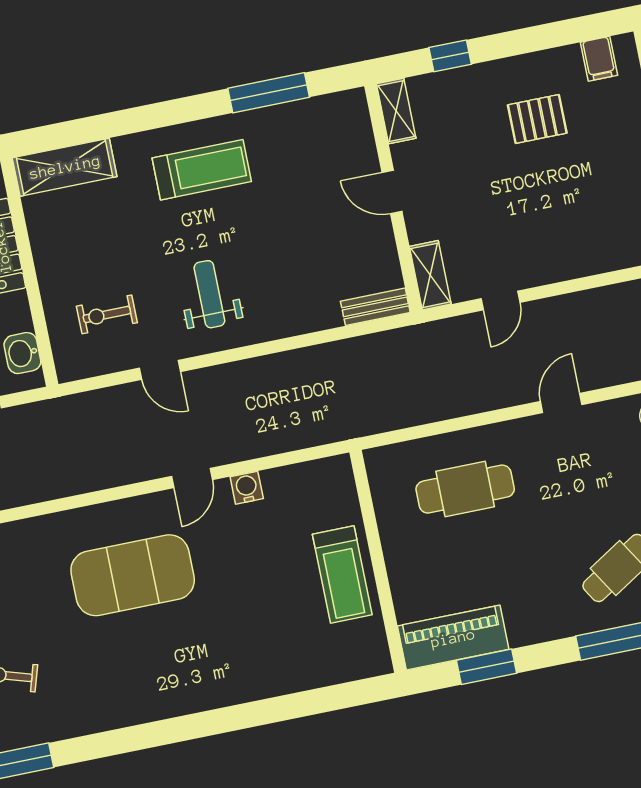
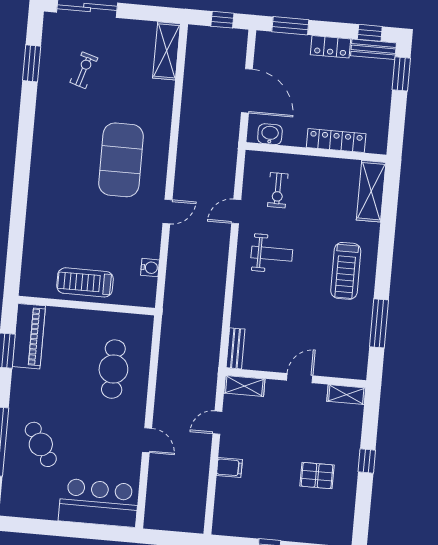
window: (450, 56) -> (367, 461), moved
filing cabinet: (599, 59) -> (229, 467), moved, turned 180
pallet: (537, 119) -> (317, 476), turned 90
door: (501, 301) -> (217, 423), hinge flipped
exercise bike: (107, 314) -> (278, 190), turned 180
door: (192, 478) -> (167, 212), swing flipped
water cooler: (247, 488) -> (150, 268), moved

